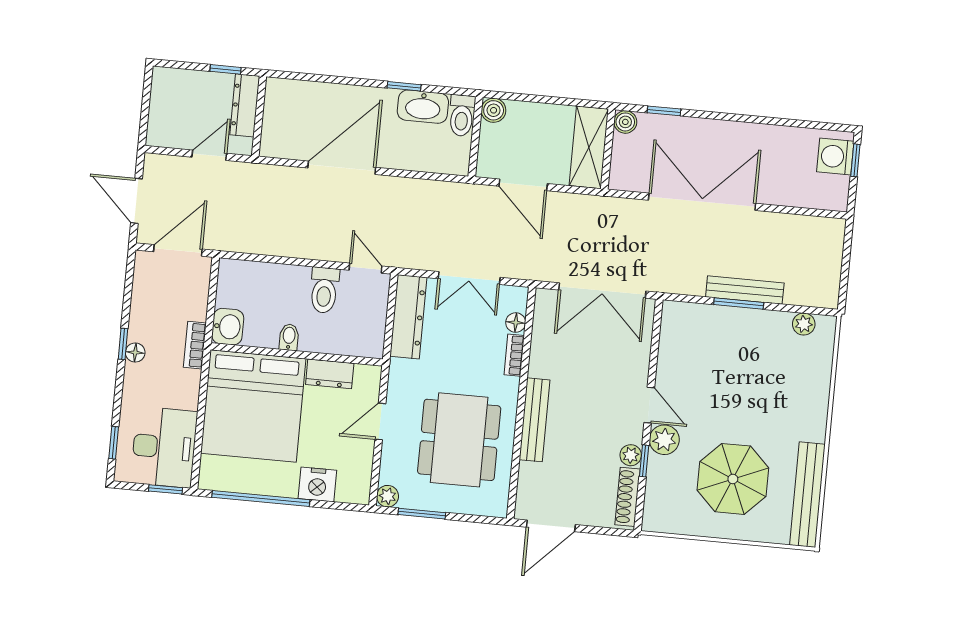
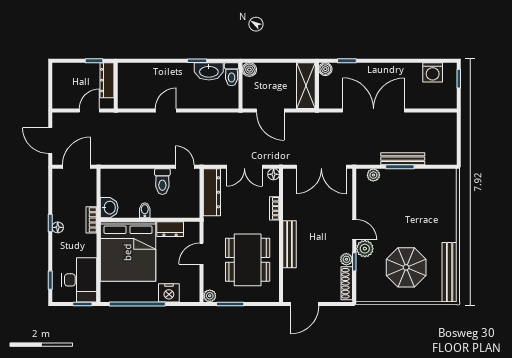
washing machine: (835, 156) -> (433, 72), moved, turned -90
door: (342, 168) -> (166, 111), width x0.53
floor lamp: (516, 323) -> (274, 174), moved
plant: (804, 324) -> (373, 175), moved

